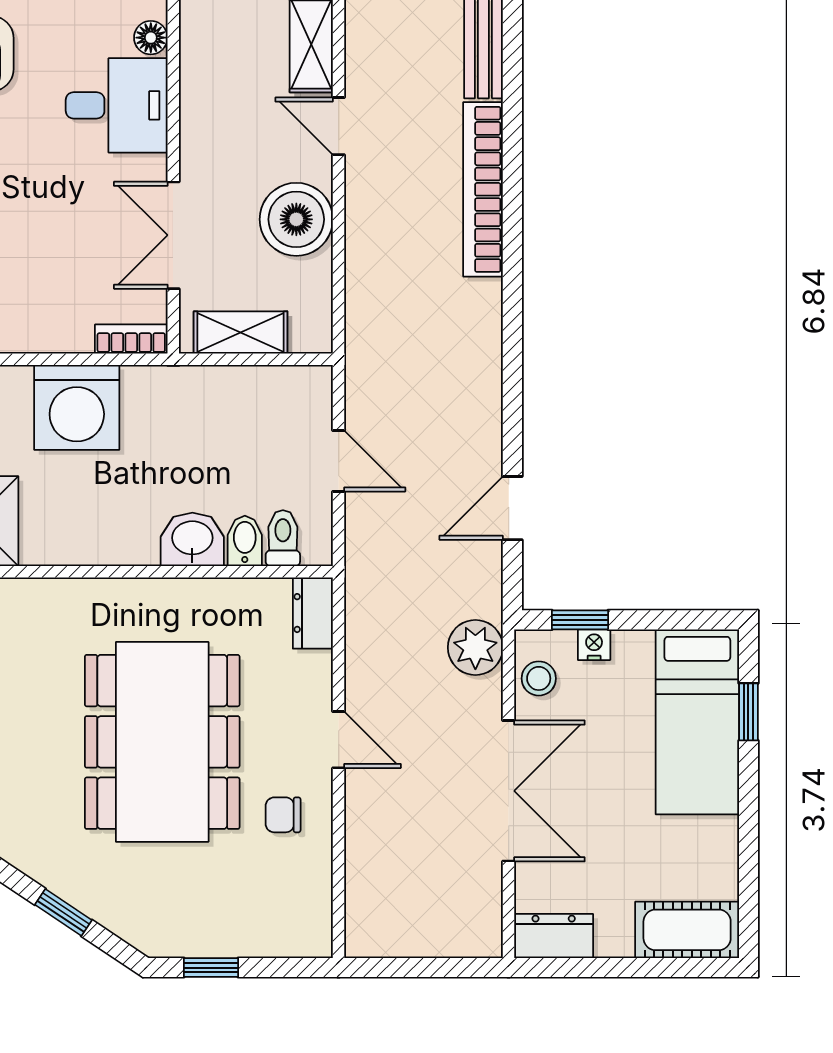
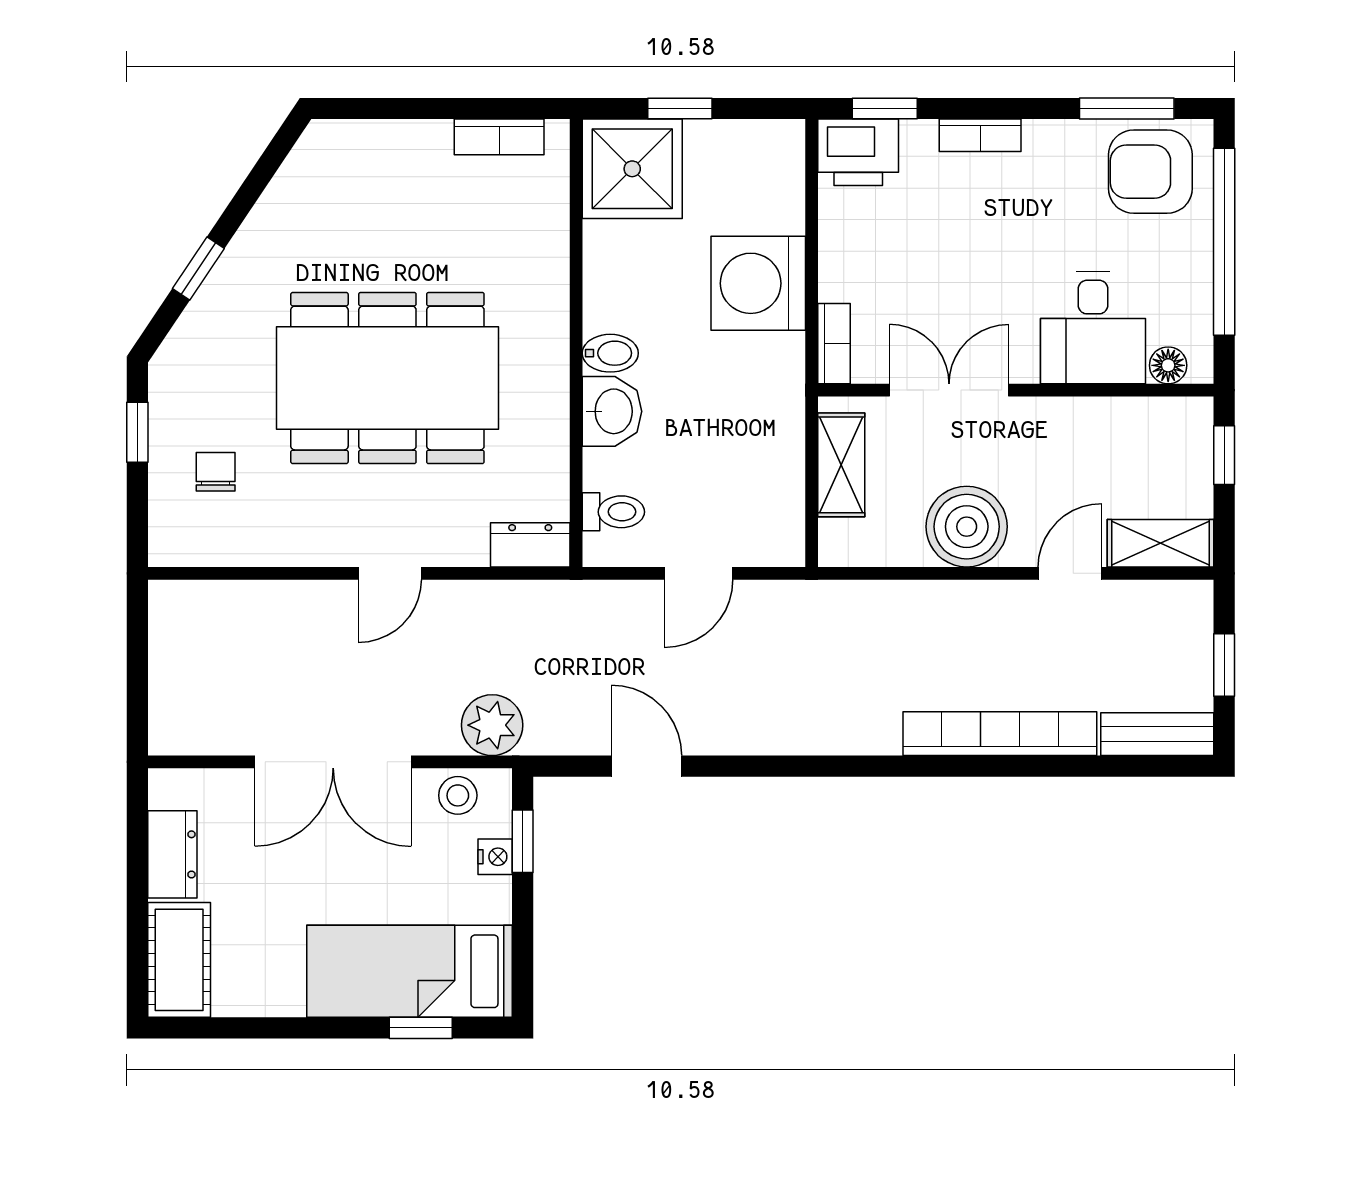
bidet: (245, 541) -> (610, 353), moved
chair: (283, 815) -> (216, 472), moved
dresser: (554, 936) -> (172, 854), moved

